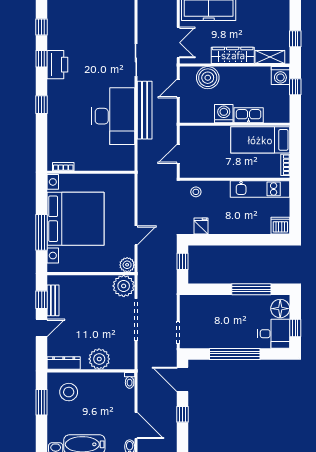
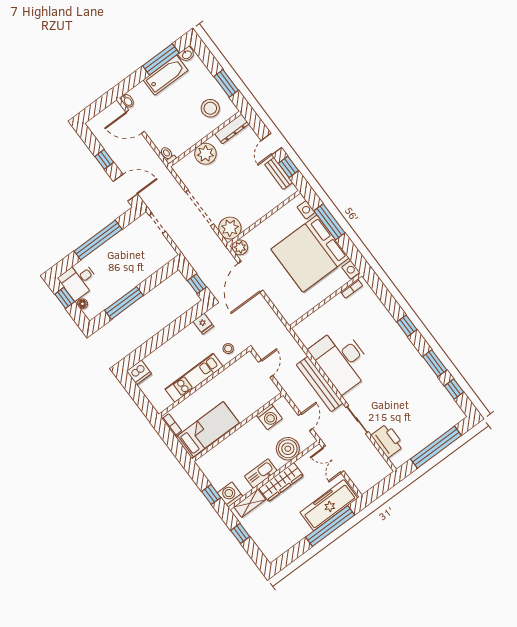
window: (42, 59) -> (435, 363), width x1.50
printer: (57, 65) -> (388, 441), moved, turned 180
washing machine: (224, 114) -> (269, 417), moved
kitchen sink: (249, 115) -> (261, 473), moved, turned 180
kitchen unit: (260, 189) -> (194, 378), moved
door: (136, 235) -> (251, 277), width x1.88
floor lamp: (280, 309) -> (82, 304), width x0.53, depth x0.53

